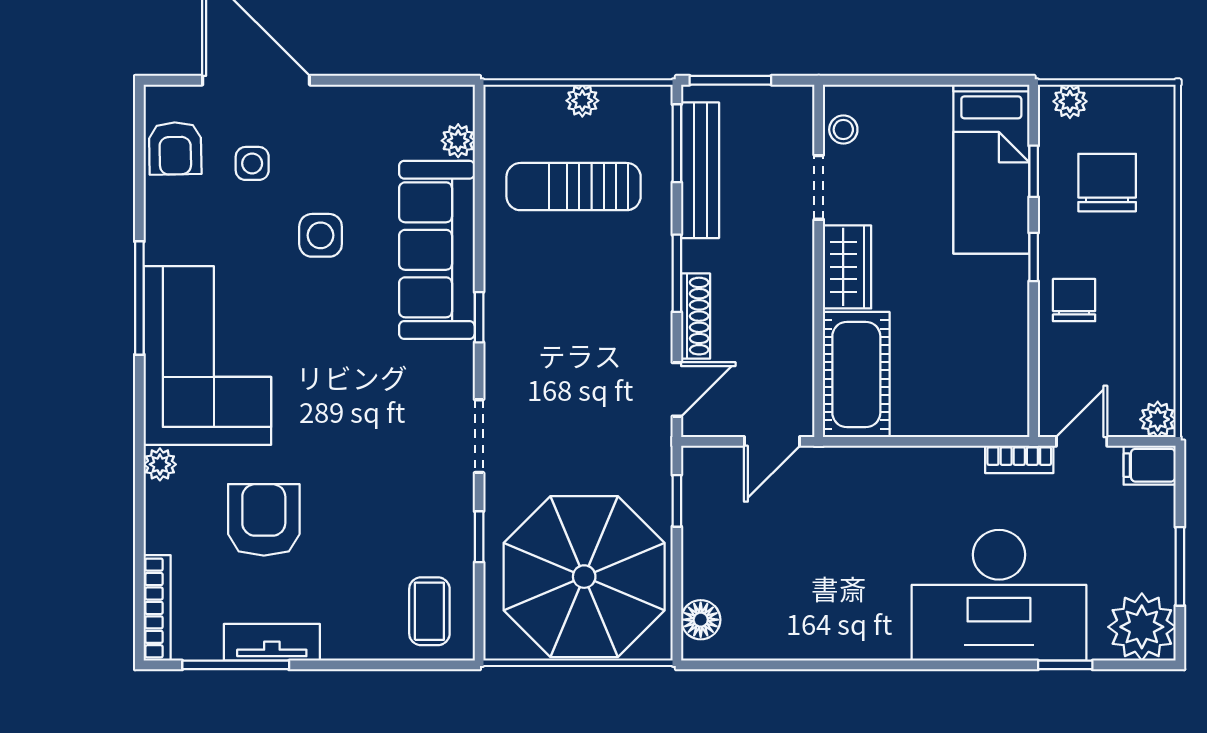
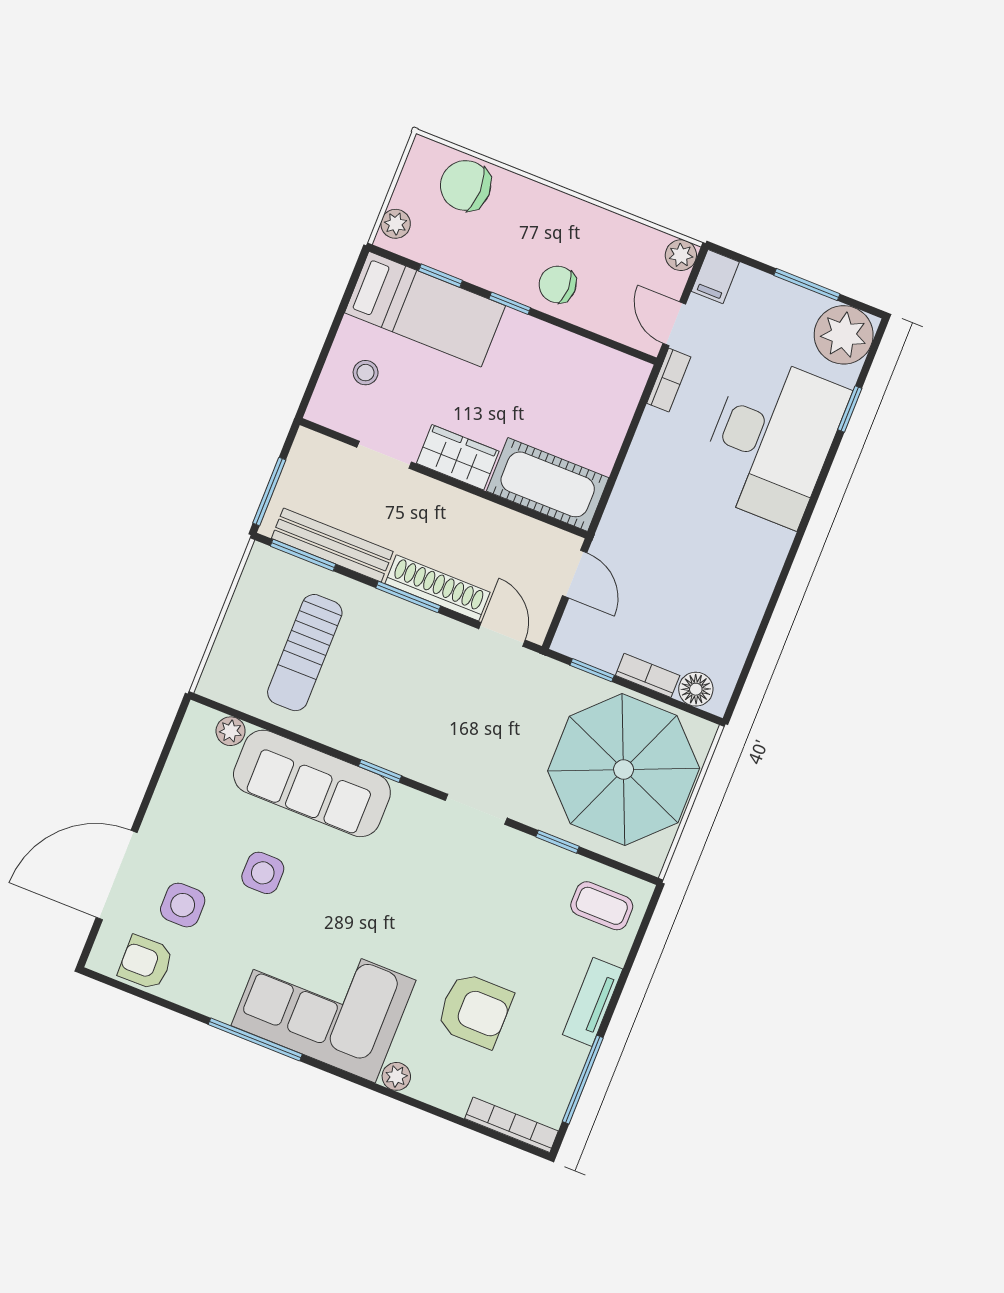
plant: (582, 101) -> (238, 618), removed
stool: (843, 130) -> (366, 373), moved
armchair: (175, 148) -> (146, 962), turned 180
side table: (252, 163) -> (183, 905), width x1.37, depth x1.37
chair: (1107, 183) -> (466, 186), moved
shoe rack: (696, 316) -> (437, 588), width x1.36, depth x1.24
armchair: (264, 520) -> (475, 1010), turned 180
bookcase: (695, 562) -> (648, 675), added
tv unit: (272, 642) -> (593, 1002), moved

